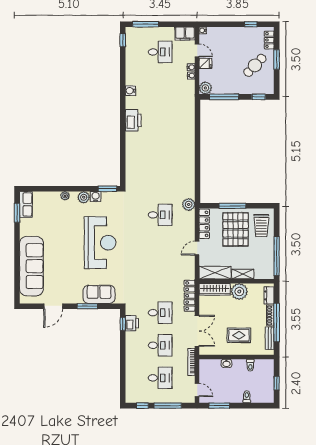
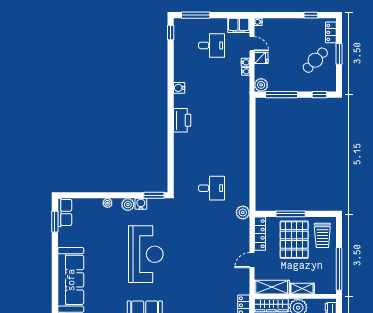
desk: (160, 215) -> (212, 188), moved

